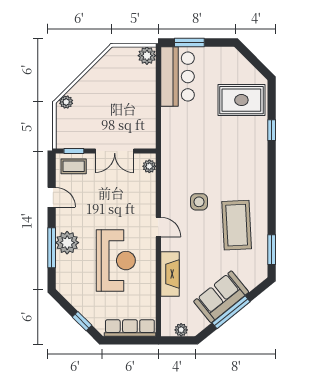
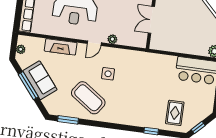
window: (258, 64) -> (198, 127), added
rug: (241, 100) -> (175, 113), width x0.73, depth x0.70
plant: (149, 166) -> (112, 39), moved
coffee table: (237, 225) -> (88, 98), turned 38

